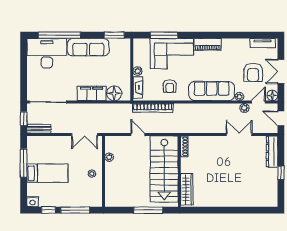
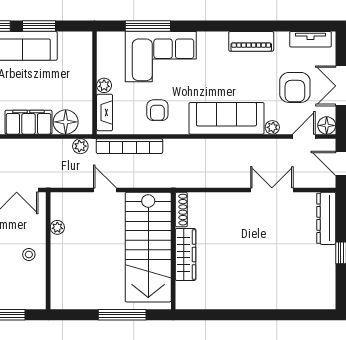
window: (114, 35) -> (39, 26), moved
piano: (208, 44) -> (251, 41), moved
plant: (244, 108) -> (80, 146), moved
wardrobe: (187, 189) -> (186, 255), moved

